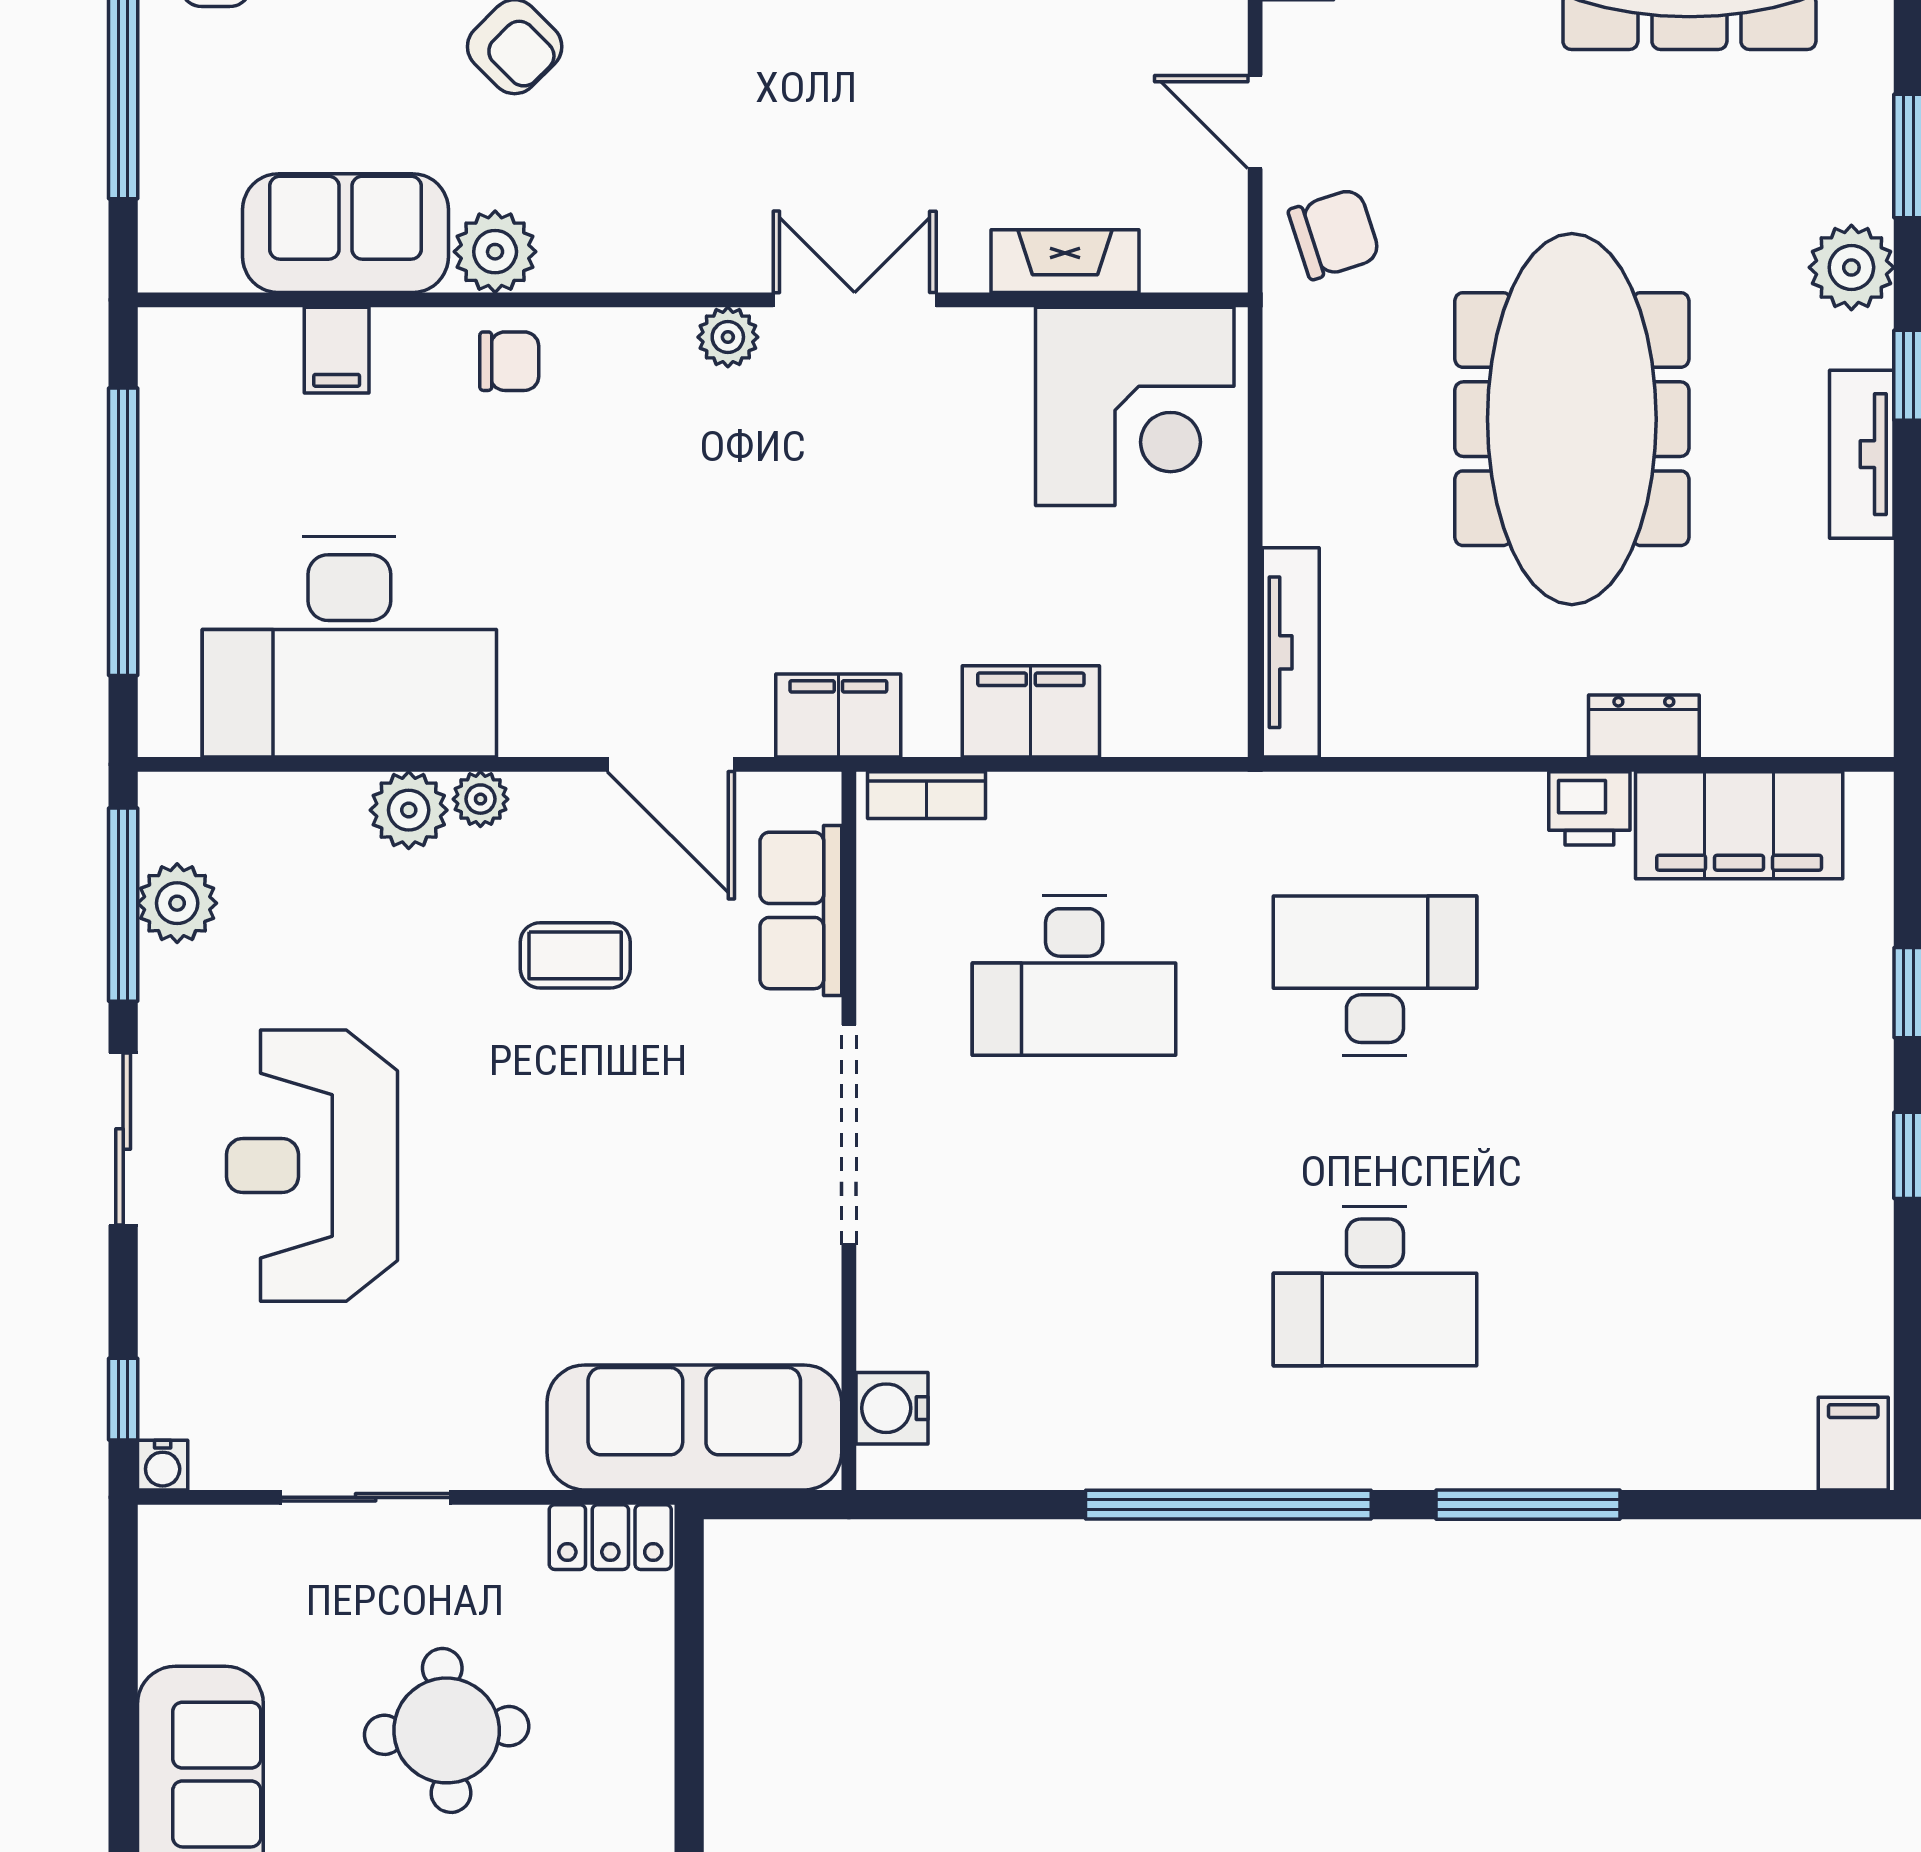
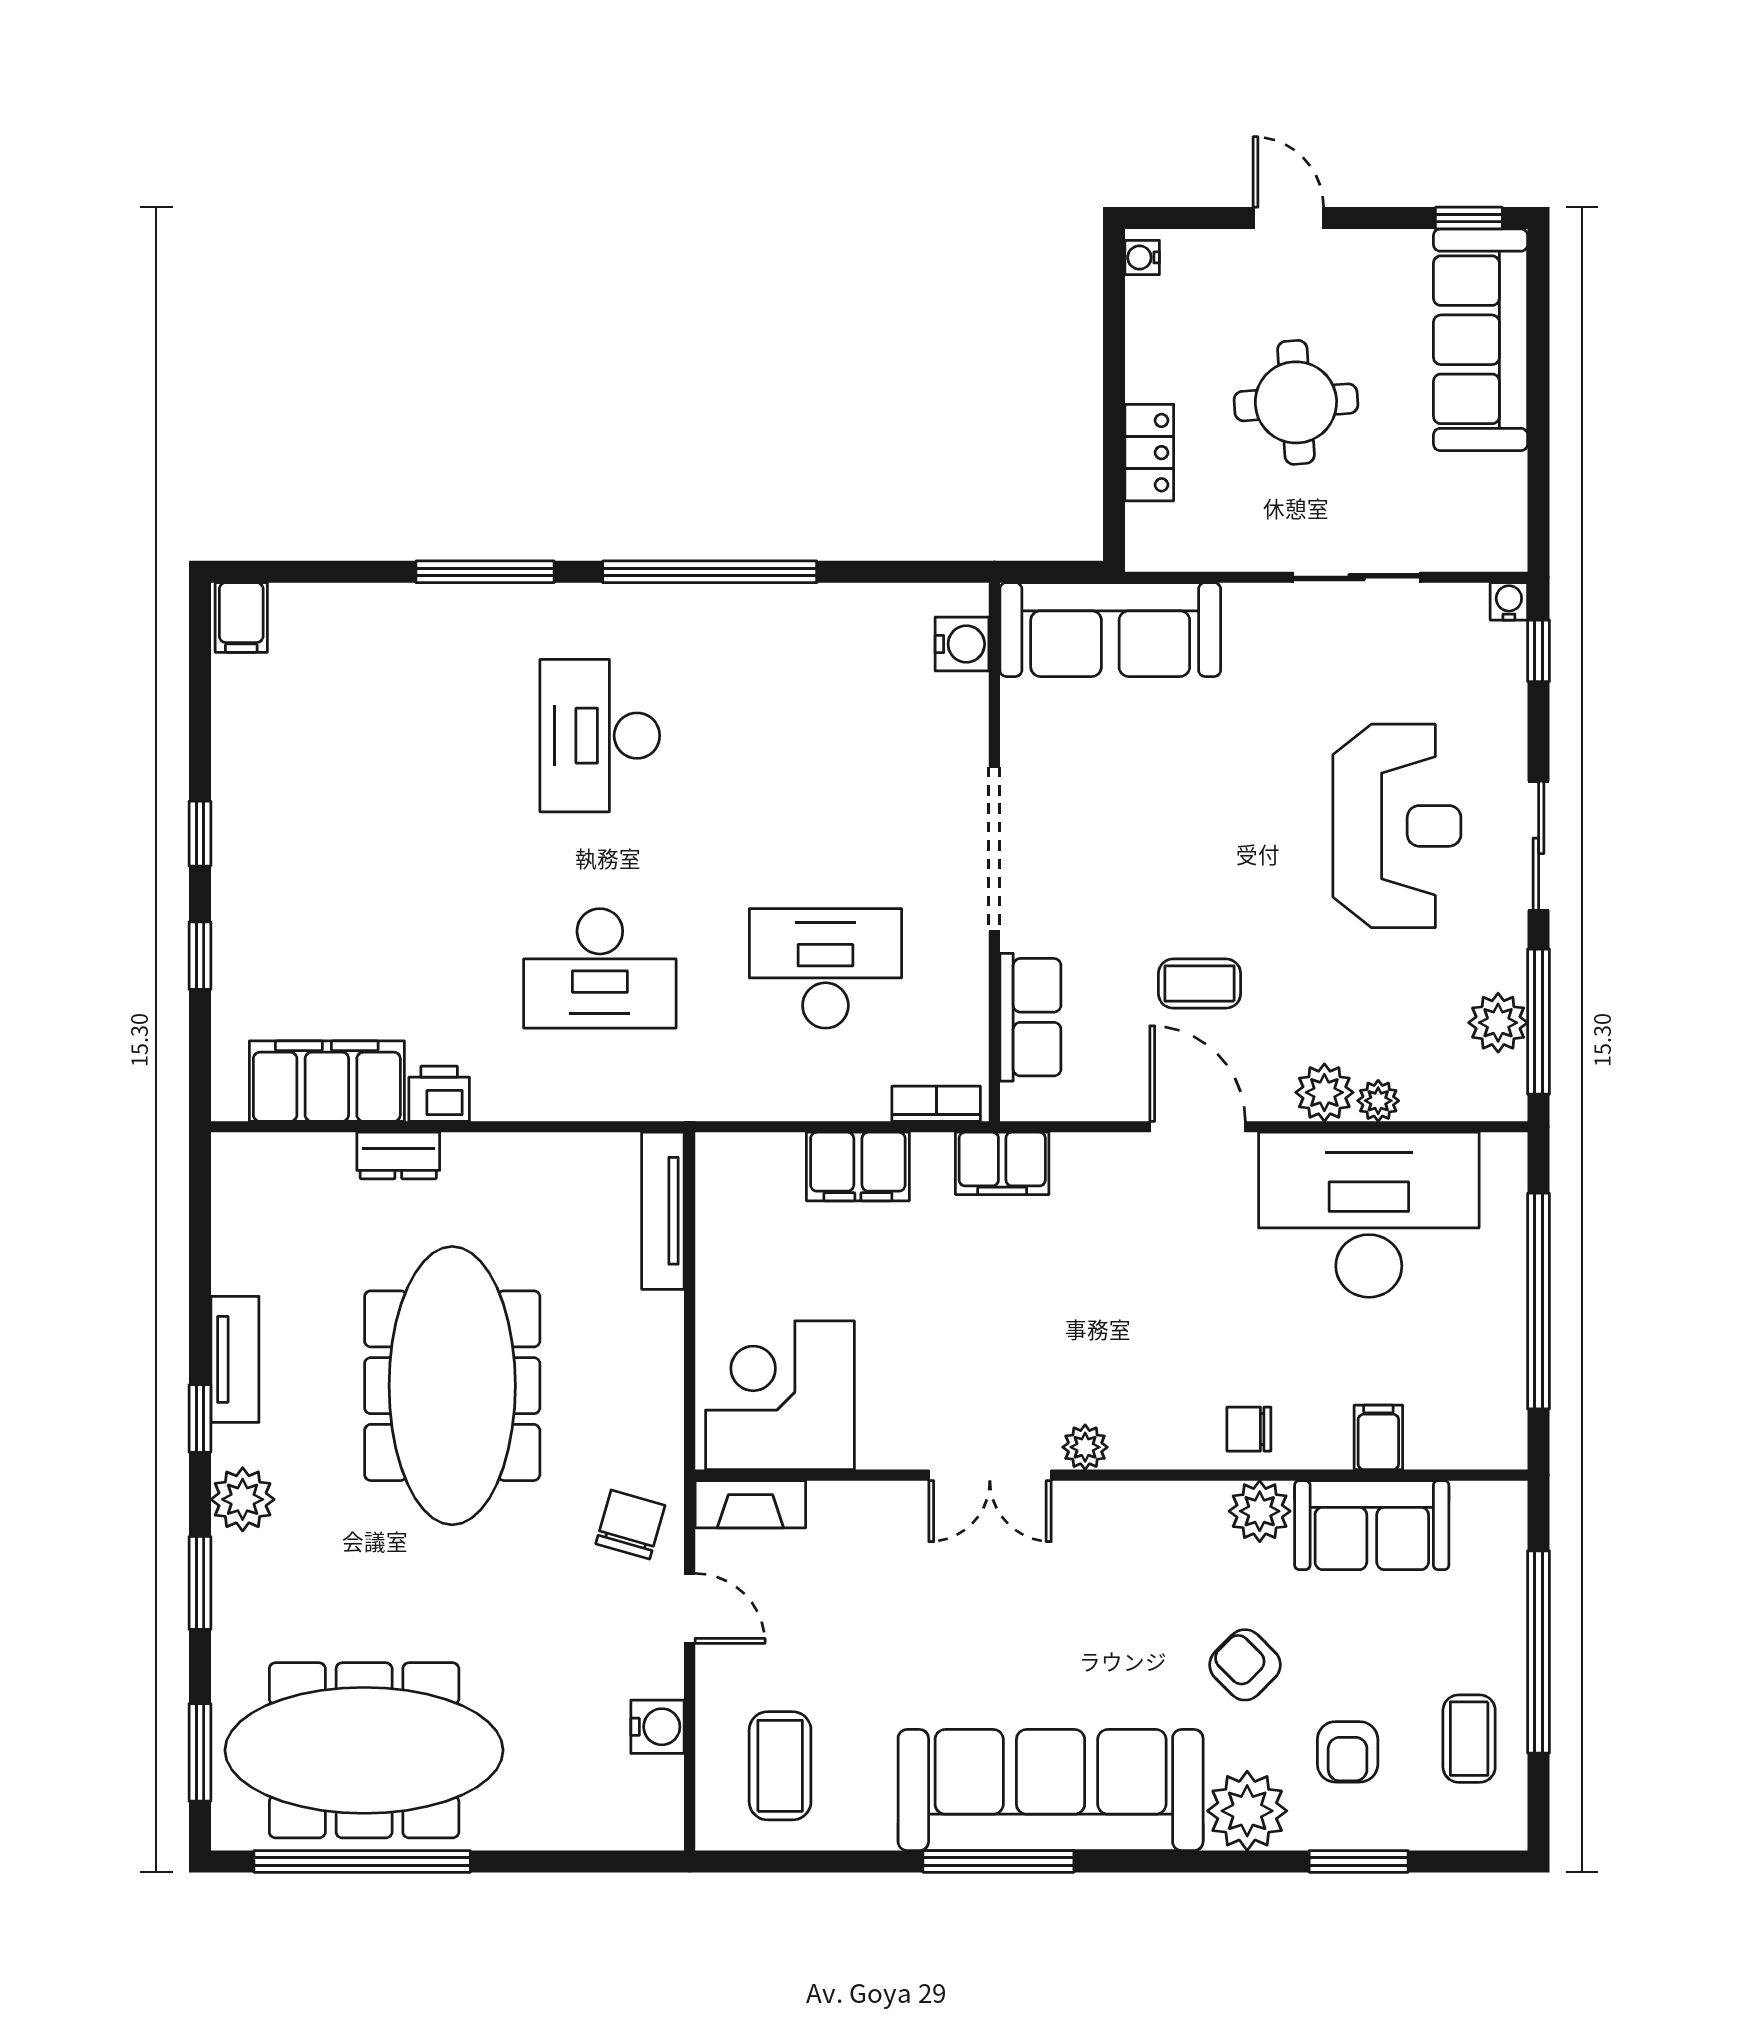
chair: (1334, 234) -> (630, 1525), turned 124
fireplace: (1065, 261) -> (750, 1504), moved
door: (671, 764) -> (1198, 1127), moved
plant: (480, 799) -> (1378, 1101), moved
desk: (1375, 1286) -> (600, 736), turned -90
locker: (610, 1537) -> (1149, 453), moved, turned 90

